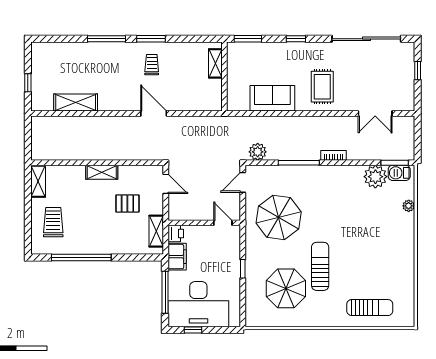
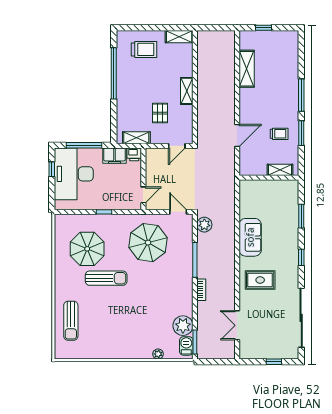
shelving: (215, 63) -> (280, 170), moved
wall: (224, 77) -> (269, 178), moved

